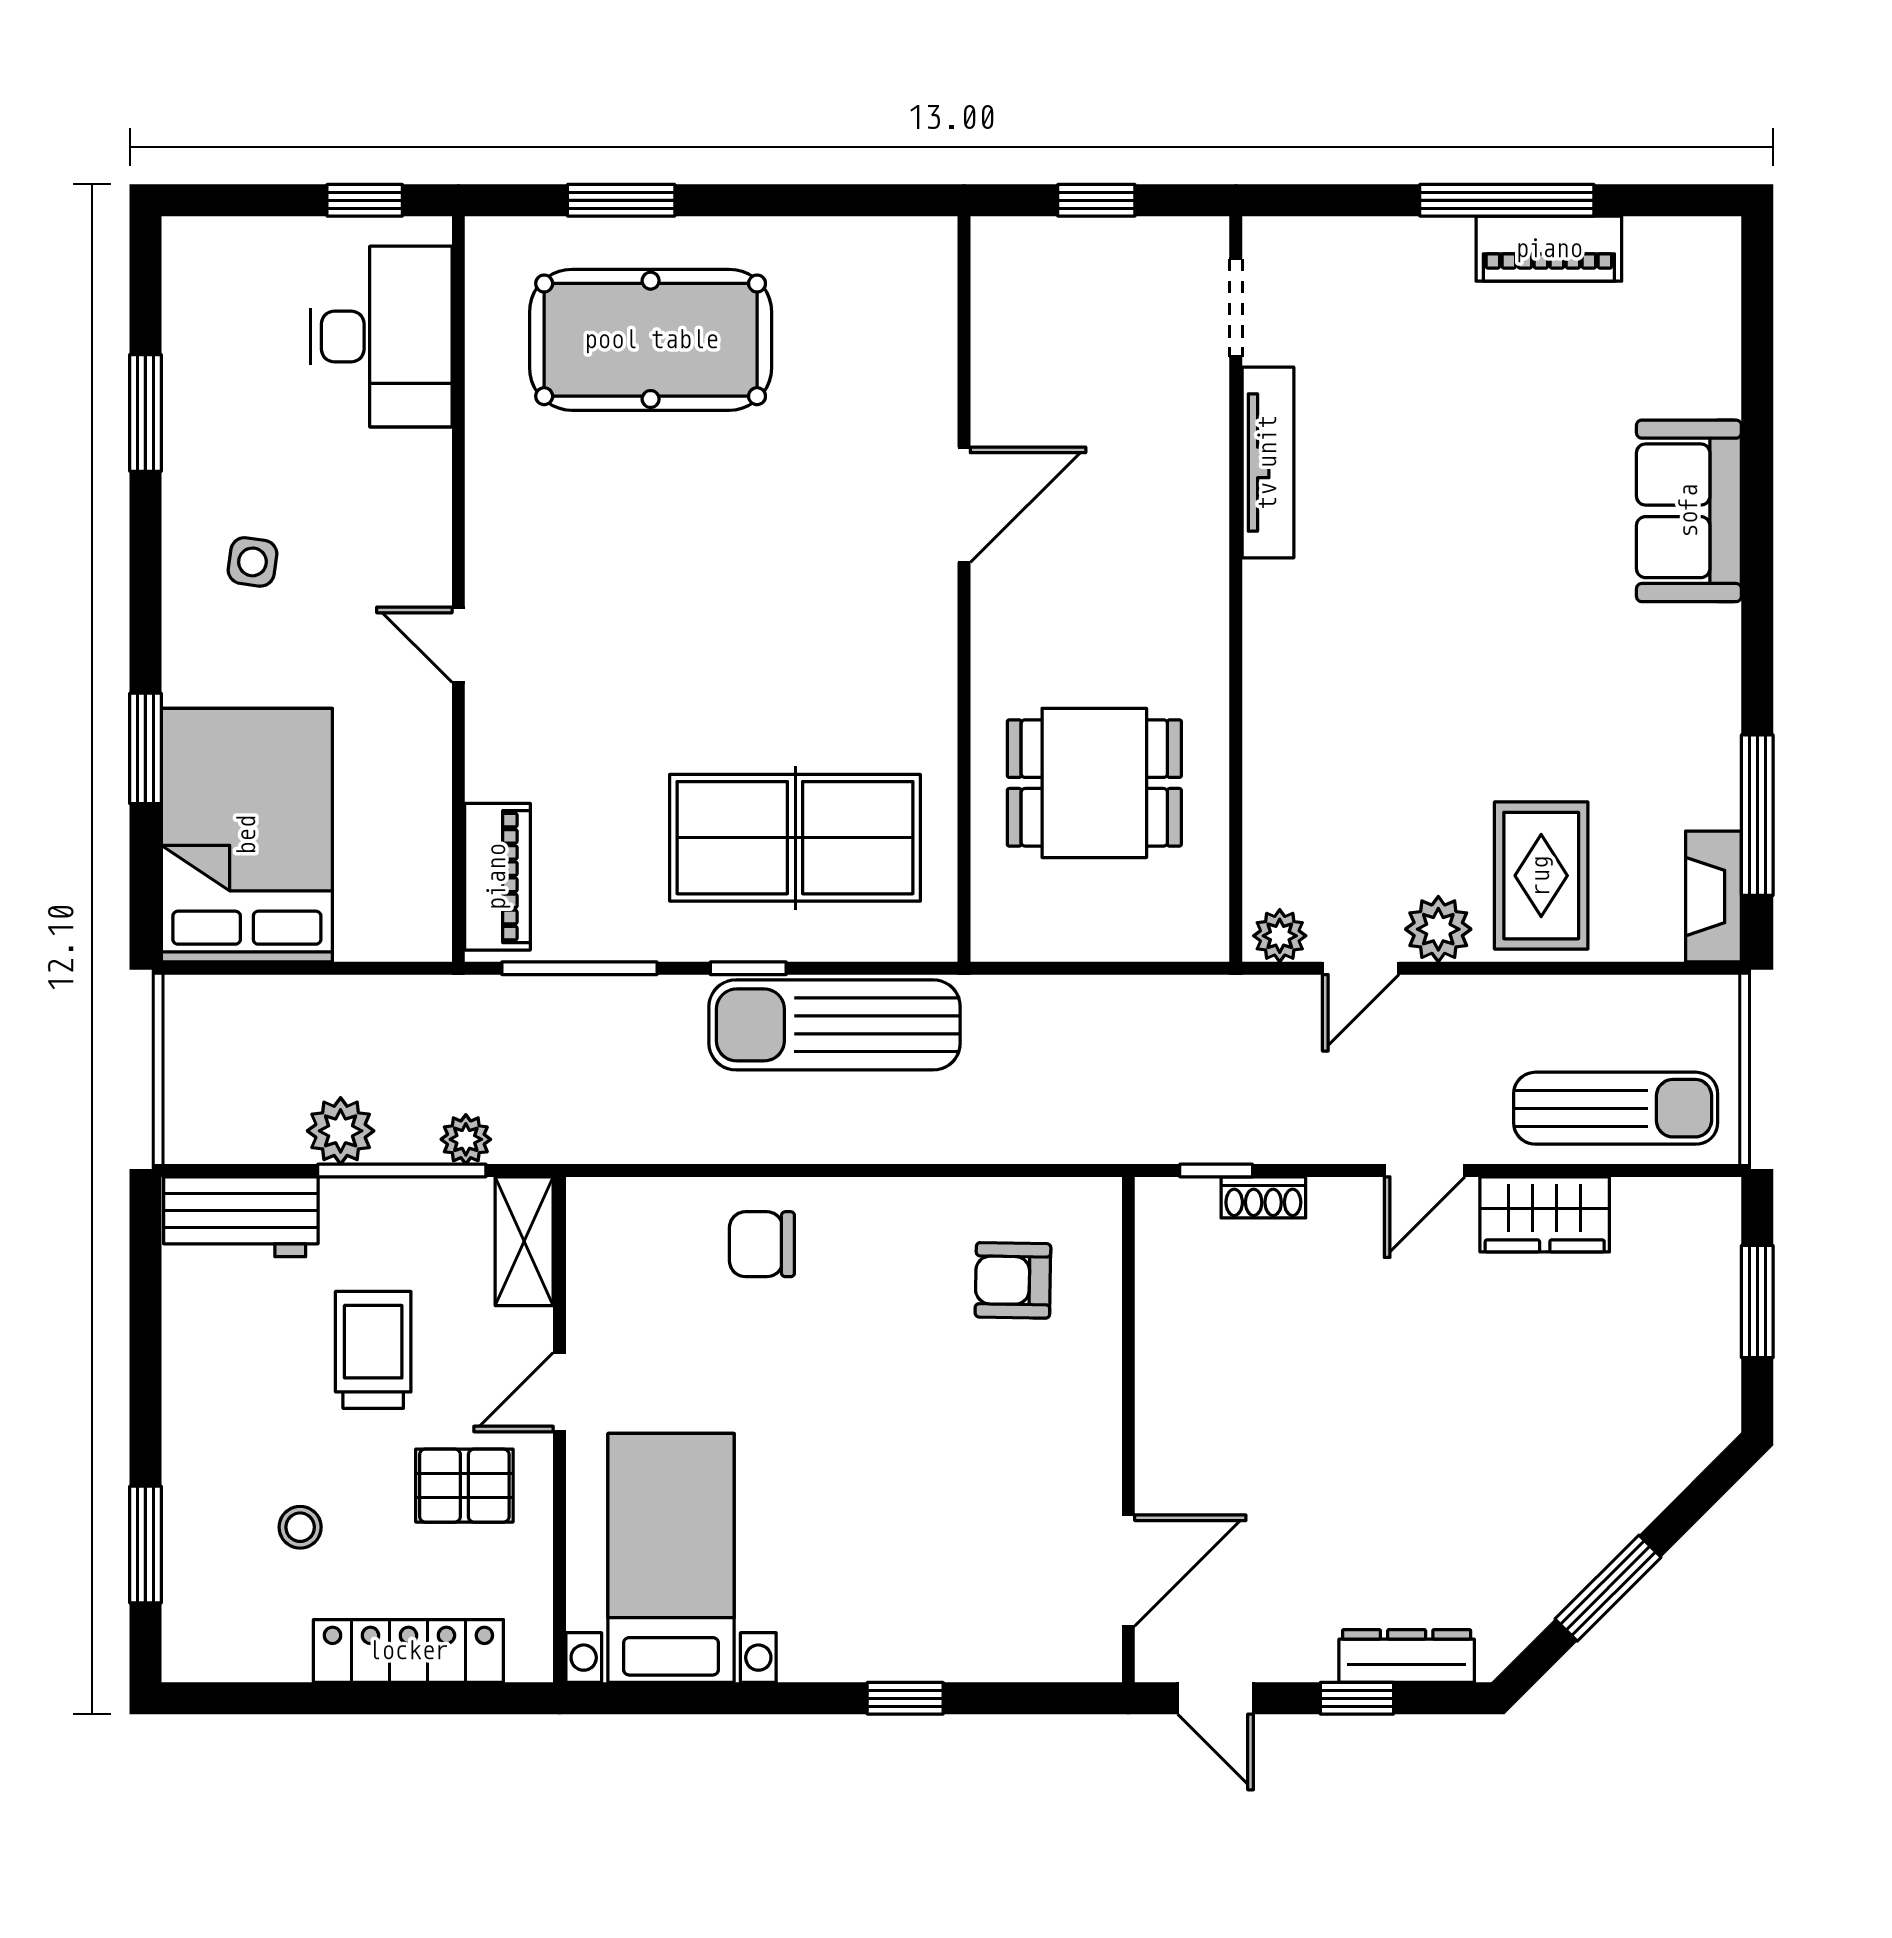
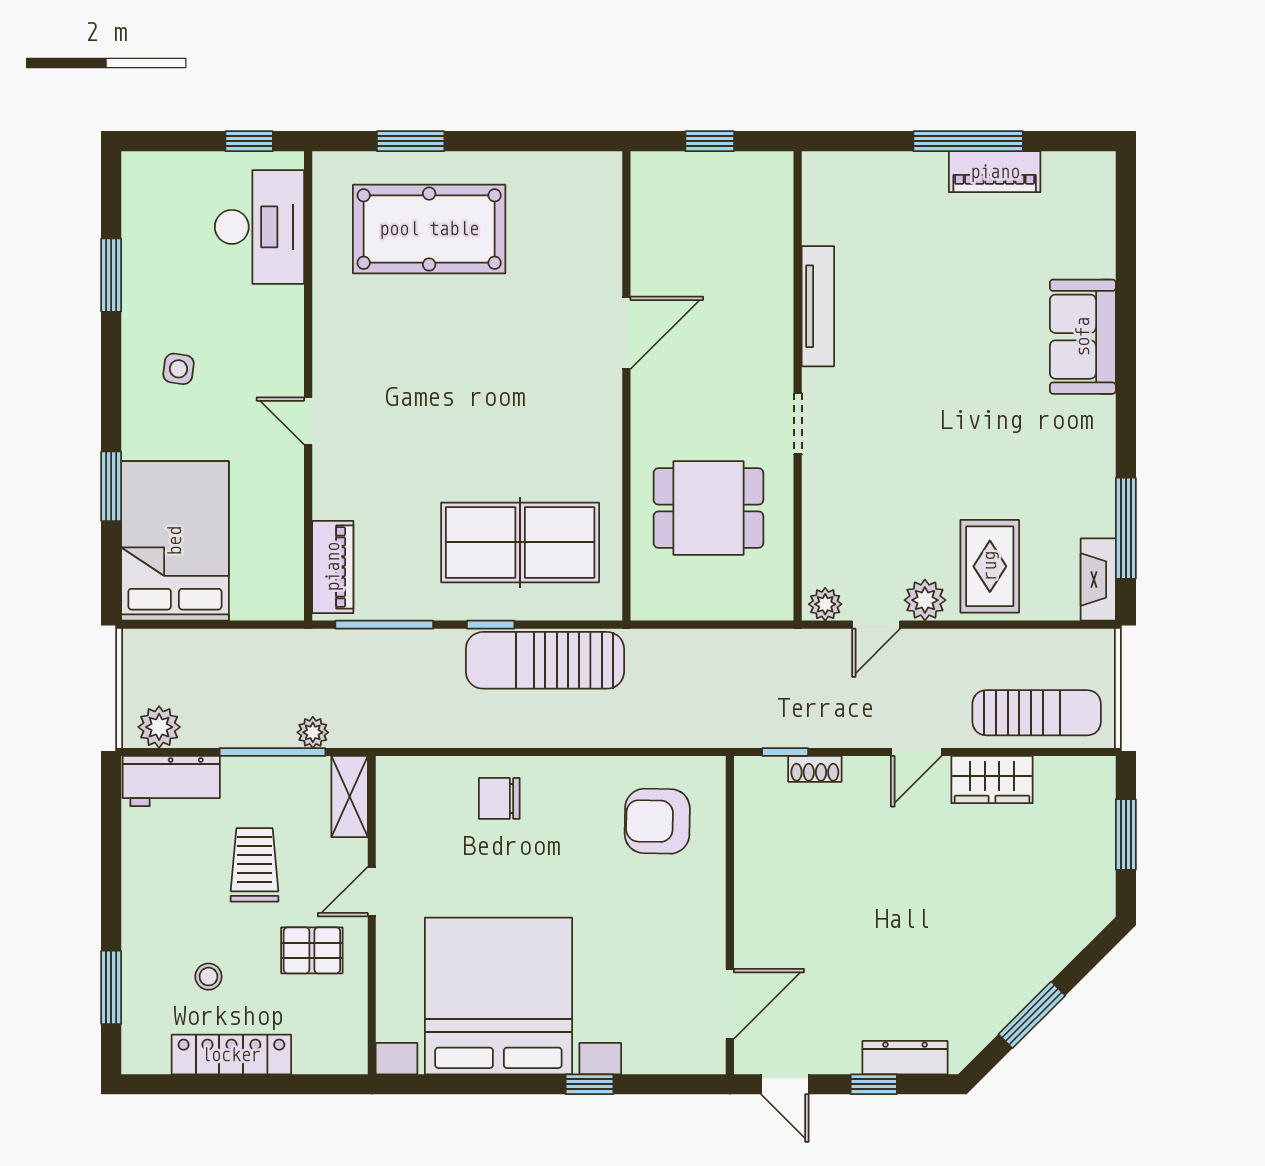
doorway: (1236, 308) -> (798, 423), moved
plant: (341, 1131) -> (159, 727), moved
armchair: (1013, 1280) -> (657, 821), width x1.38, depth x1.38
bed with nightstands: (671, 1558) -> (498, 996), width x1.85
locker: (408, 1651) -> (231, 1055), moved

